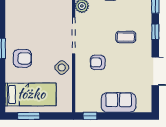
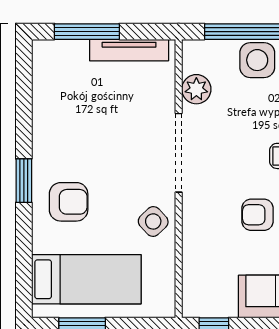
armchair: (98, 62) -> (257, 215), moved

